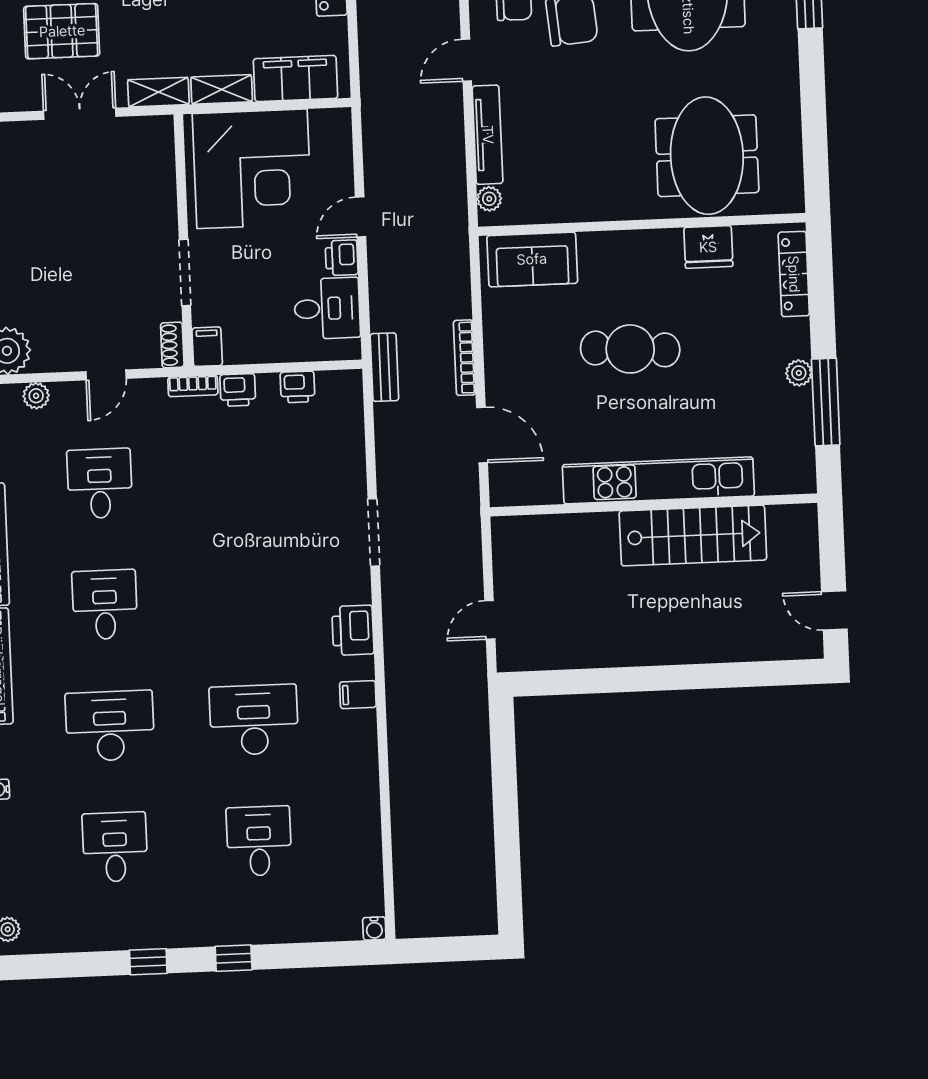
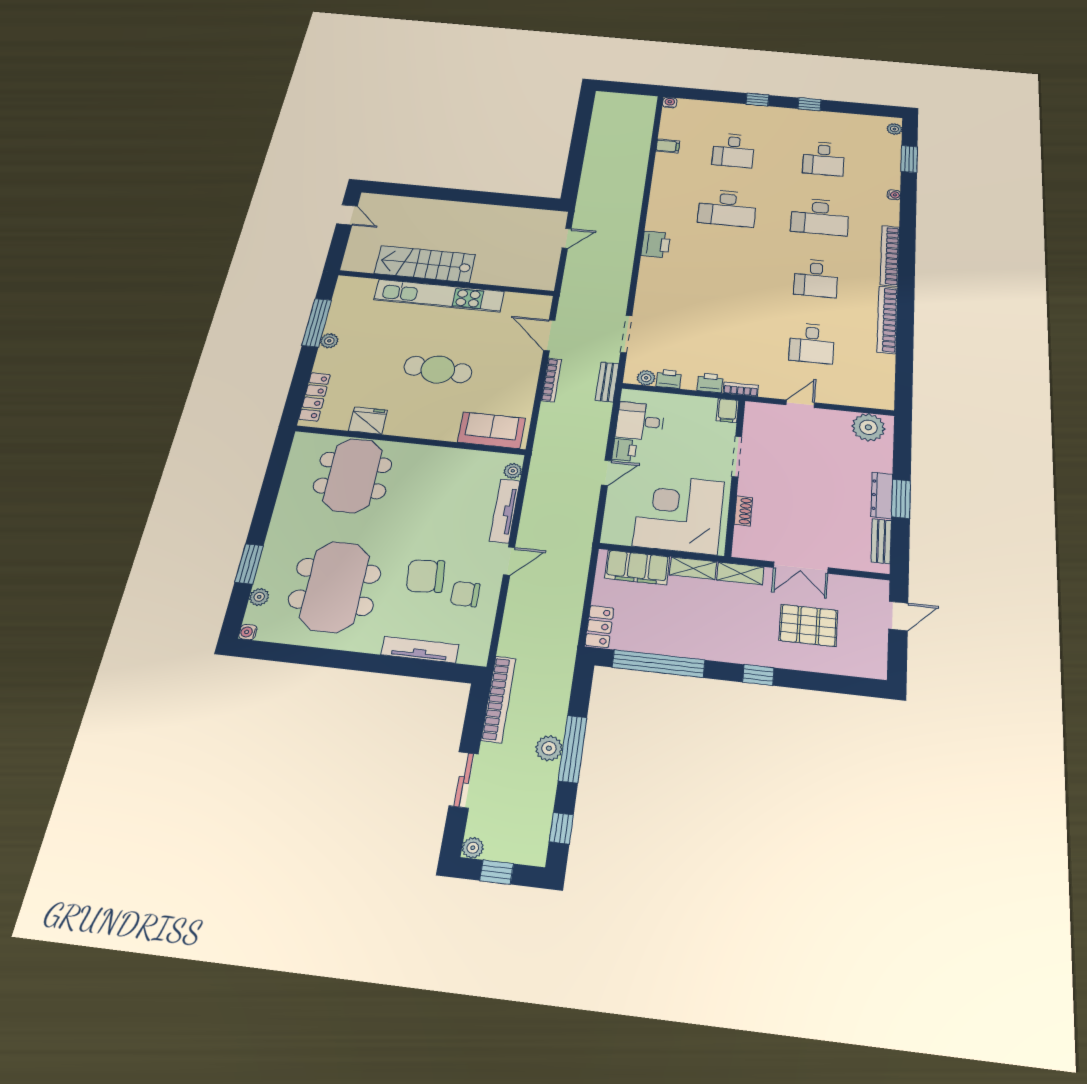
shoe rack: (172, 345) -> (743, 511), moved
plant: (36, 396) -> (646, 378), moved
doorway: (374, 532) -> (626, 334), moved
filing cabinet: (358, 695) -> (668, 146), moved

